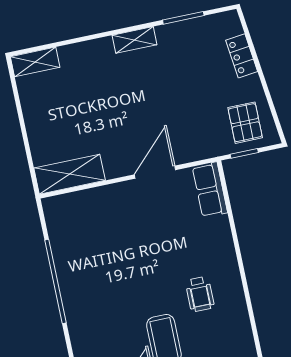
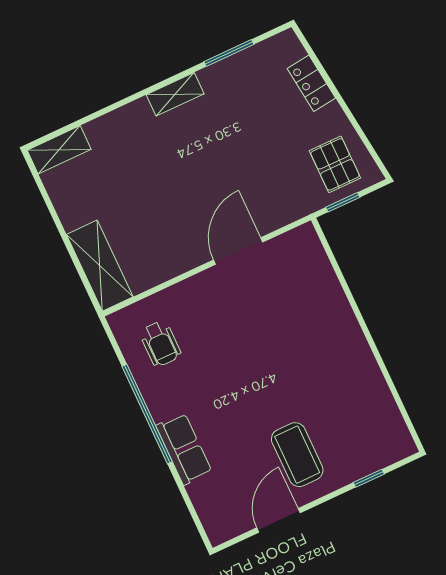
shelving: (70, 174) -> (100, 266), moved, turned 90
row of seats: (210, 190) -> (184, 449), moved, turned 180
wheelchair: (200, 294) -> (160, 344), moved

